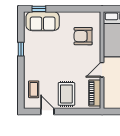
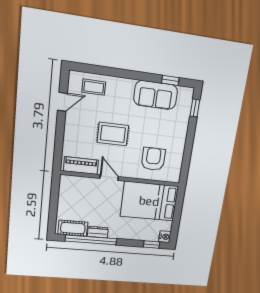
sofa: (43, 21) -> (156, 95), moved, turned -90
window: (21, 49) -> (170, 80), moved
rug: (66, 94) -> (113, 134), moved

